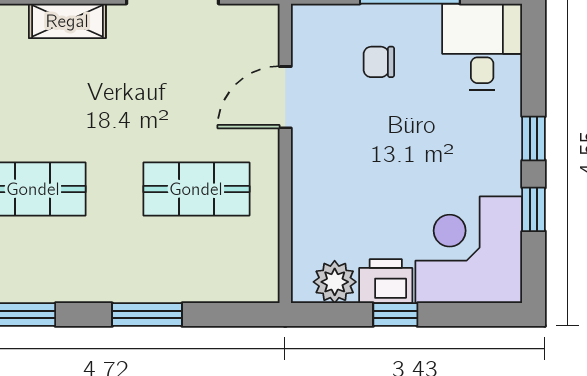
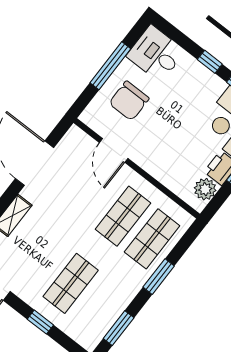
chair: (379, 62) -> (129, 101), width x1.87, depth x1.87
shop shelf: (196, 260) -> (152, 239), added

